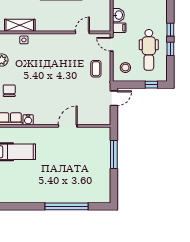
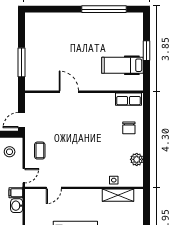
door: (112, 44) -> (24, 176), hinge flipped
water cooler: (28, 120) -> (109, 98), removed
door: (68, 126) -> (69, 92), swing flipped
window: (67, 206) -> (104, 9), moved

